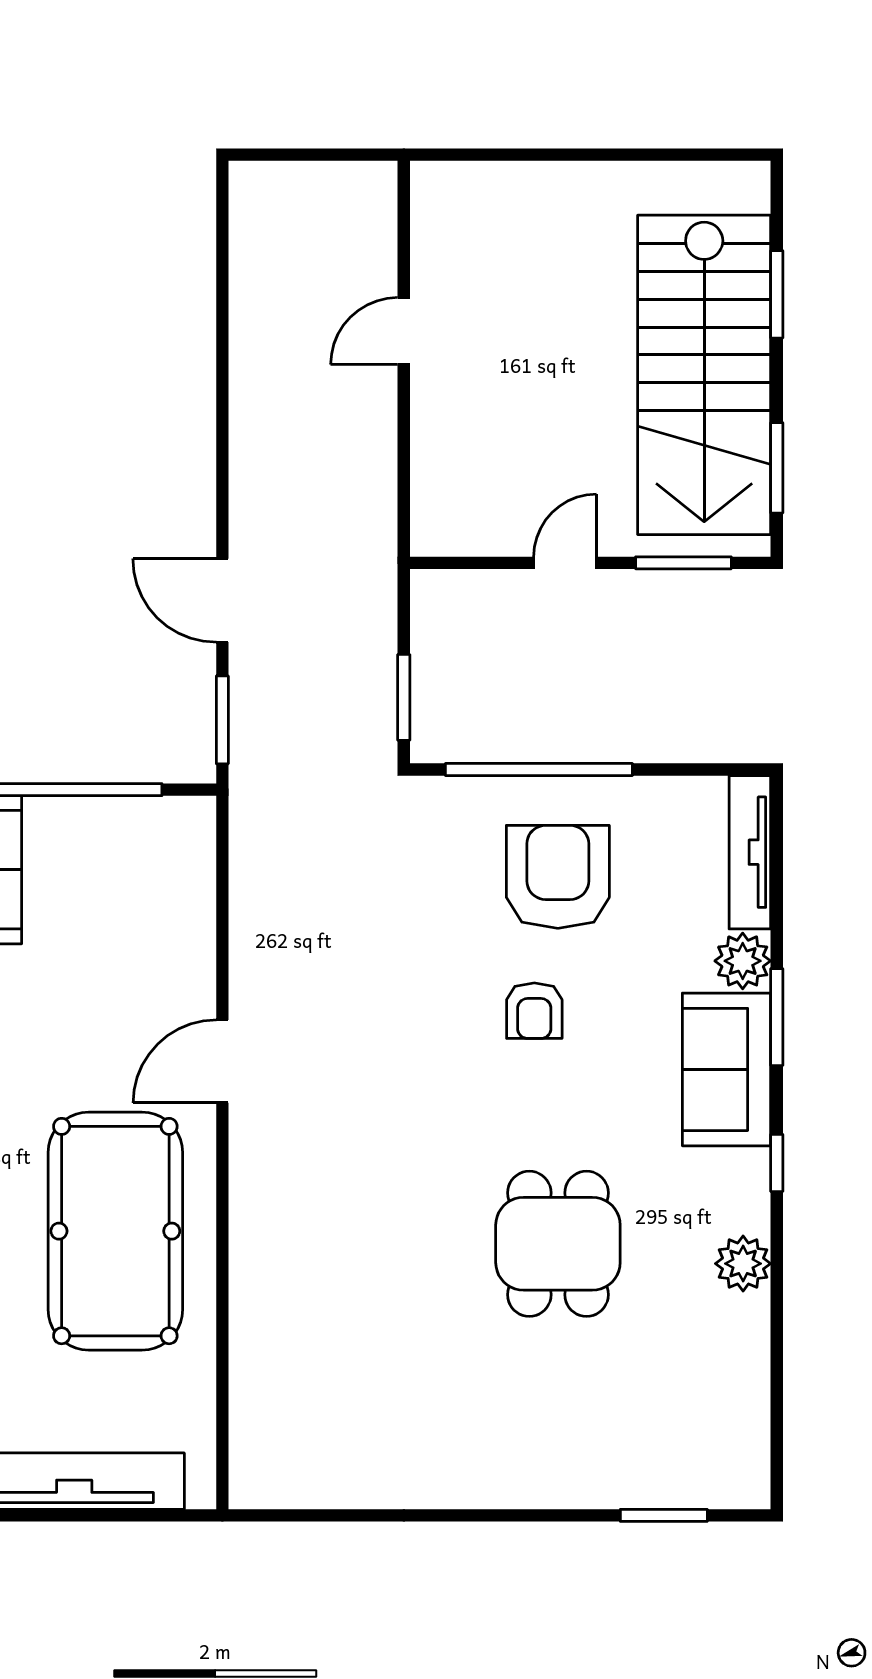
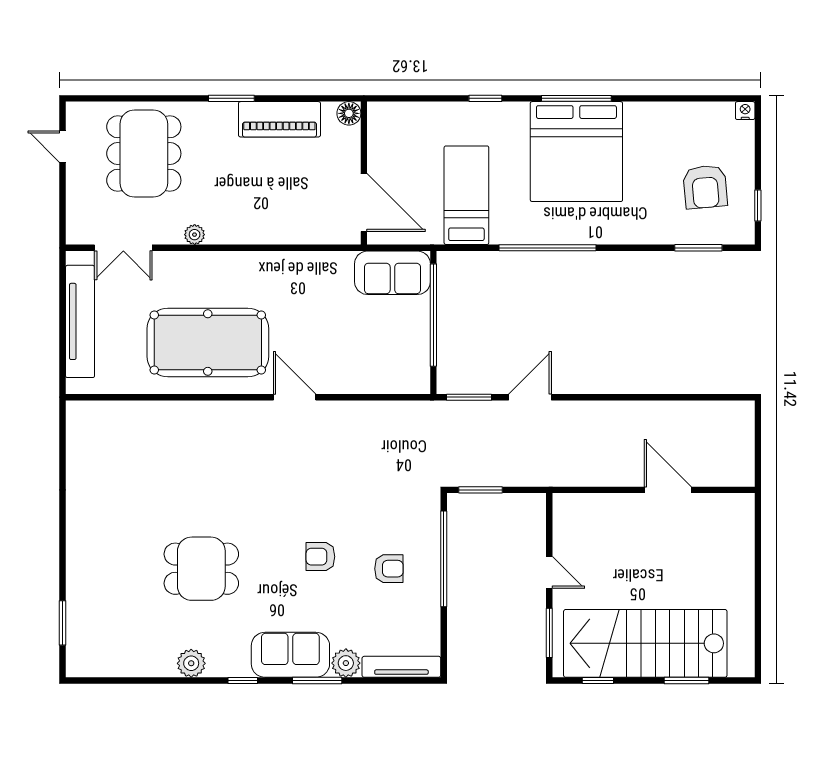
door: (404, 331) -> (668, 490), width x1.38
window: (777, 468) -> (598, 680), width x0.67
armchair: (558, 877) -> (389, 569), width x0.53, depth x0.53

